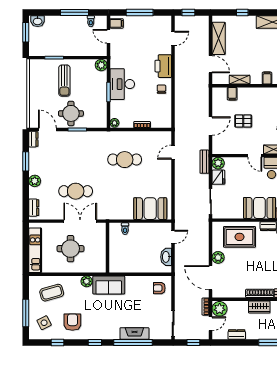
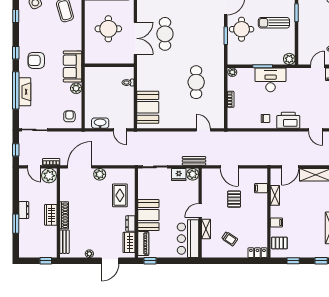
rug: (239, 237) -> (120, 195), width x0.73, depth x0.70
plant: (87, 281) -> (76, 88), moved
armchair: (72, 322) -> (36, 60), moved, turned 180
dresser: (237, 334) -> (24, 210), moved

